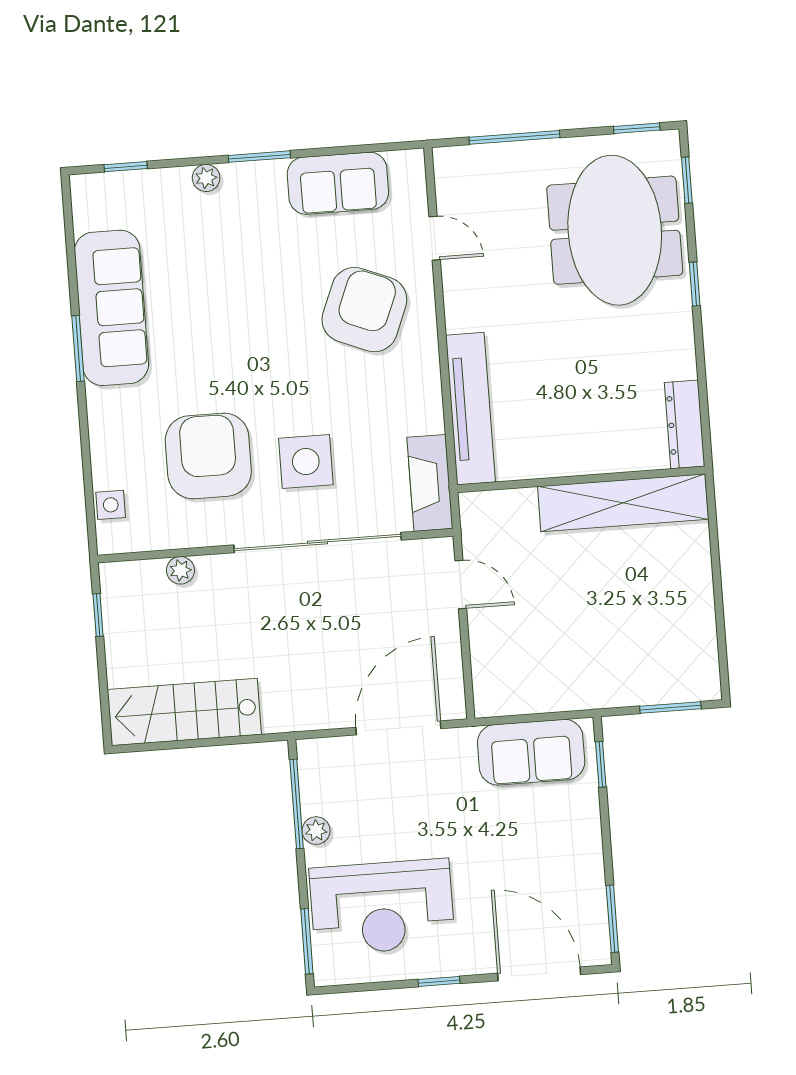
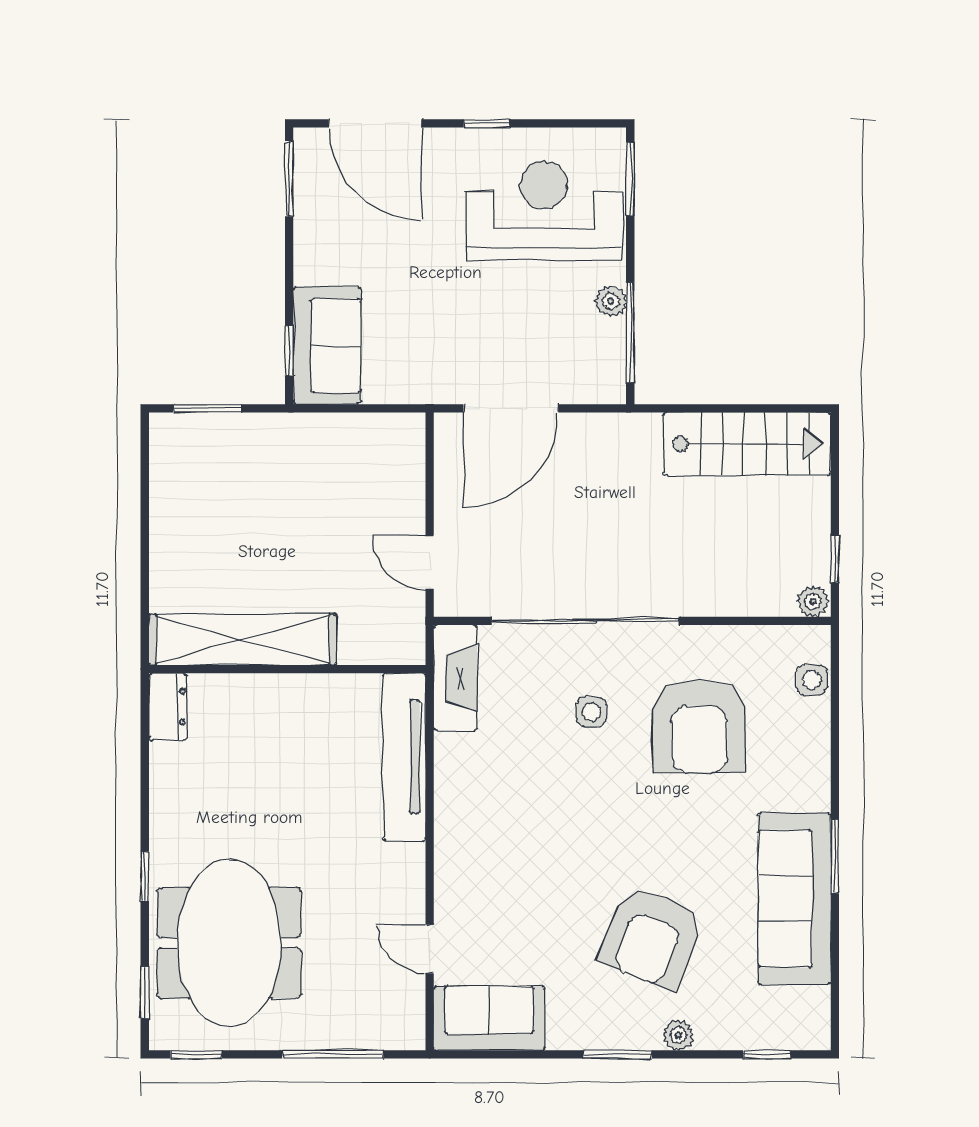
sofa: (338, 183) -> (489, 1018), moved
armchair: (364, 310) -> (652, 937), moved
dresser: (685, 424) -> (168, 707), width x0.70
side table: (306, 461) -> (591, 712), width x0.54, depth x0.54
plant: (180, 570) -> (813, 601), moved
sofa: (531, 752) -> (327, 346), moved, turned 90

